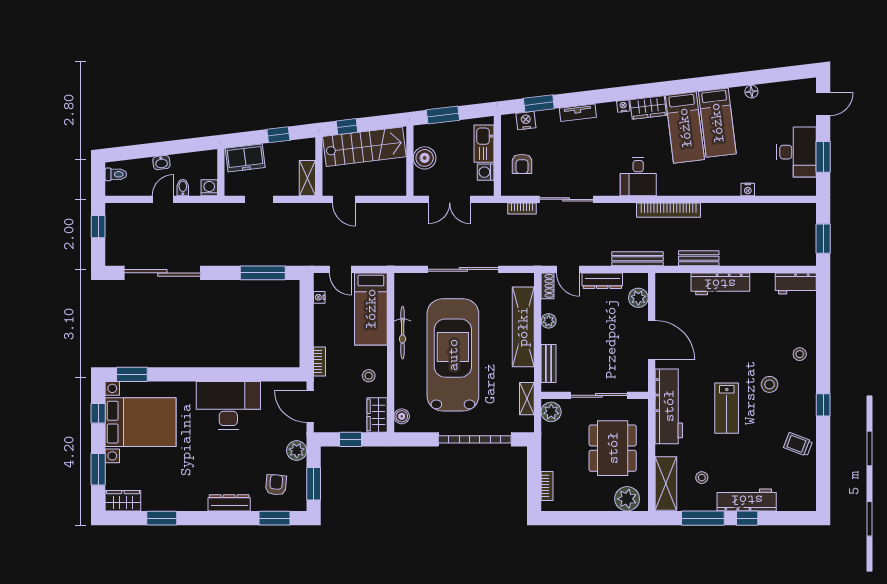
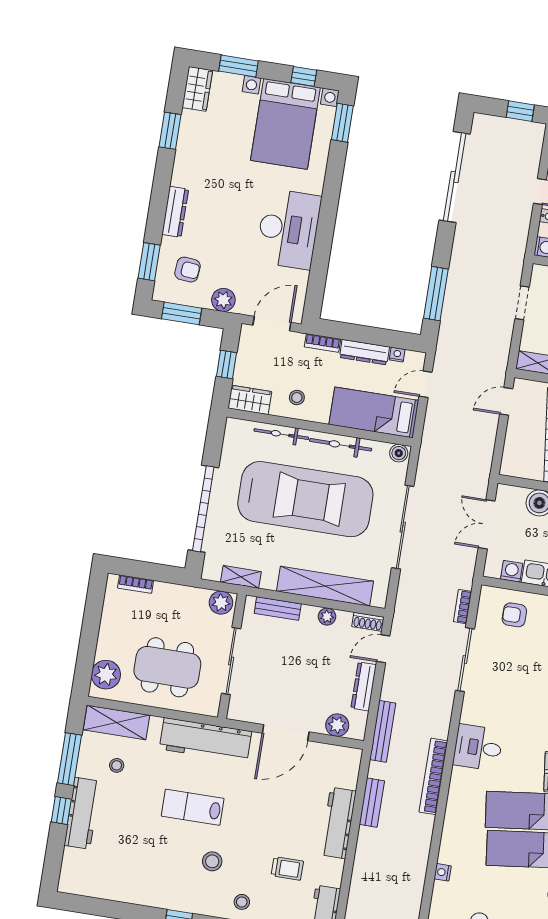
dresser: (322, 325) -> (364, 352), added
bicycle: (402, 384) -> (281, 434), added
boiler: (402, 416) -> (399, 453), moved
trolley: (798, 444) -> (287, 868), moved, turned 69

